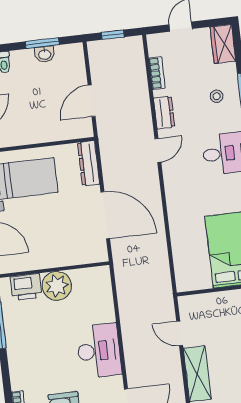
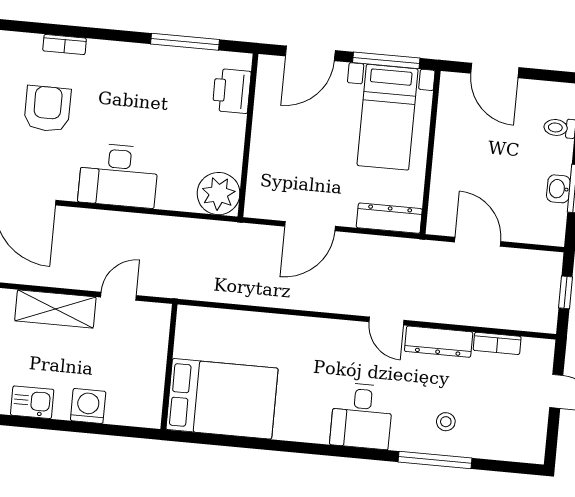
wardrobe: (223, 44) -> (518, 446), removed
dresser: (164, 113) -> (439, 342), width x1.44
door: (105, 215) -> (310, 226), width x0.73
plant: (57, 286) -> (219, 194), moved

